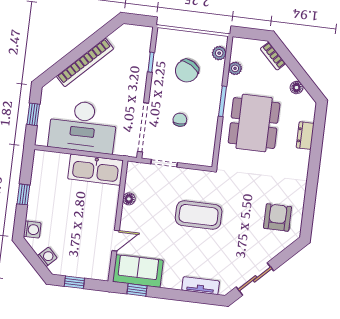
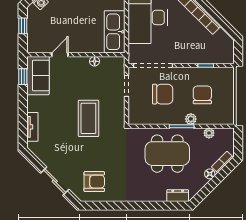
plant: (219, 53) -> (191, 119), moved
chair: (187, 71) -> (202, 95), turned 60
floor lamp: (296, 88) -> (210, 174), moved
chair: (180, 120) -> (163, 94), width x1.87, depth x1.87
dresser: (305, 136) -> (178, 196), moved
door: (116, 241) -> (60, 55), swing flipped
sliding door: (255, 279) -> (55, 181), moved

